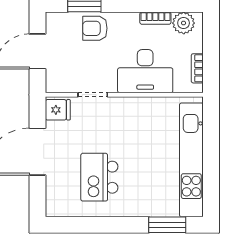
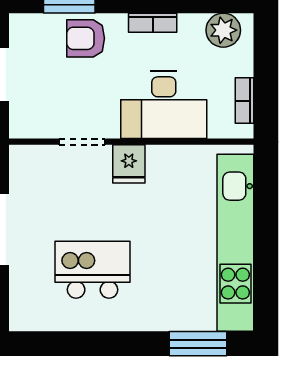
bookcase: (155, 18) -> (153, 23), moved
fridge: (58, 110) -> (129, 164), moved, turned 90
kitchen island: (99, 177) -> (93, 270), turned 90

